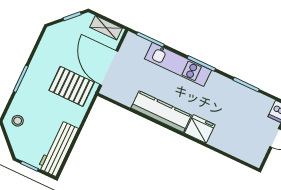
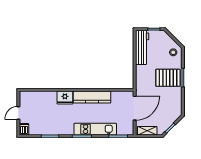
door: (109, 68) -> (135, 108), hinge flipped
pallet: (72, 86) -> (168, 78), moved

